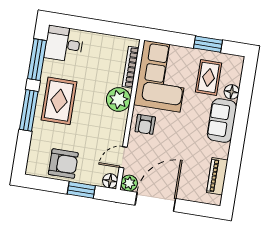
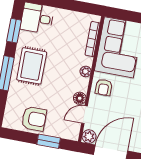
window: (37, 60) -> (14, 31), width x0.69
plant: (119, 99) -> (86, 71), width x0.53, depth x0.53
floor lamp: (110, 181) -> (80, 98), moved

